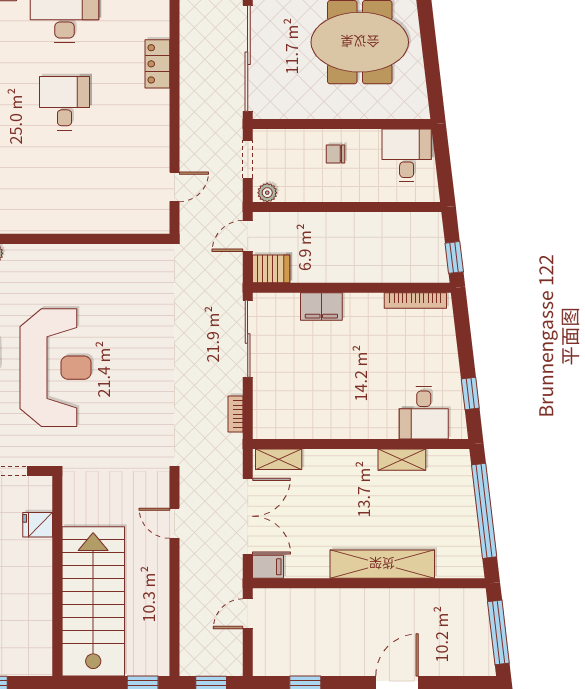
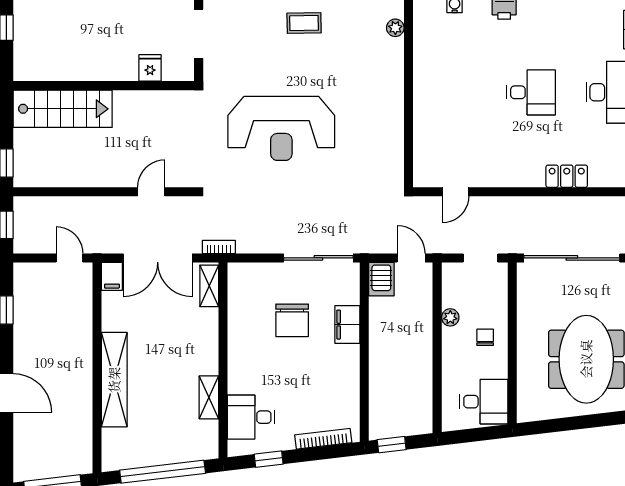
door: (174, 187) -> (456, 192), hinge flipped
plant: (267, 193) -> (450, 317), moved
bookcase: (415, 301) -> (323, 439), moved, turned 83
reception desk: (55, 368) -> (281, 128), moved
chair: (317, 368) -> (292, 320), added
bookcase: (236, 414) -> (219, 247), moved
stairs: (93, 601) -> (63, 109), width x0.73, depth x0.66

